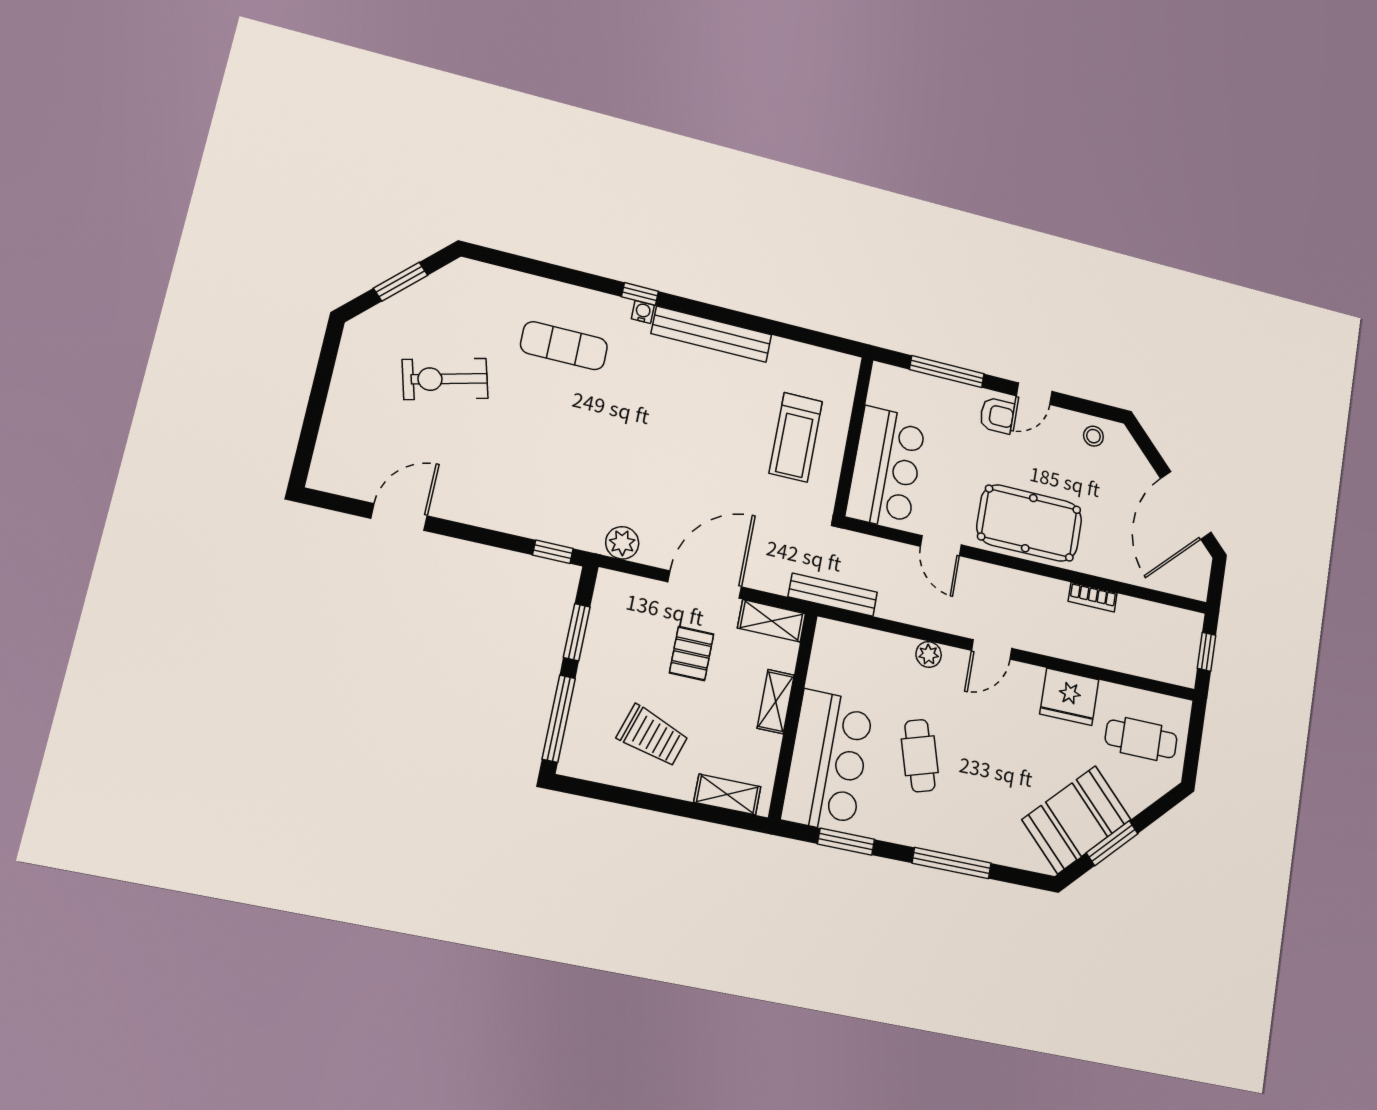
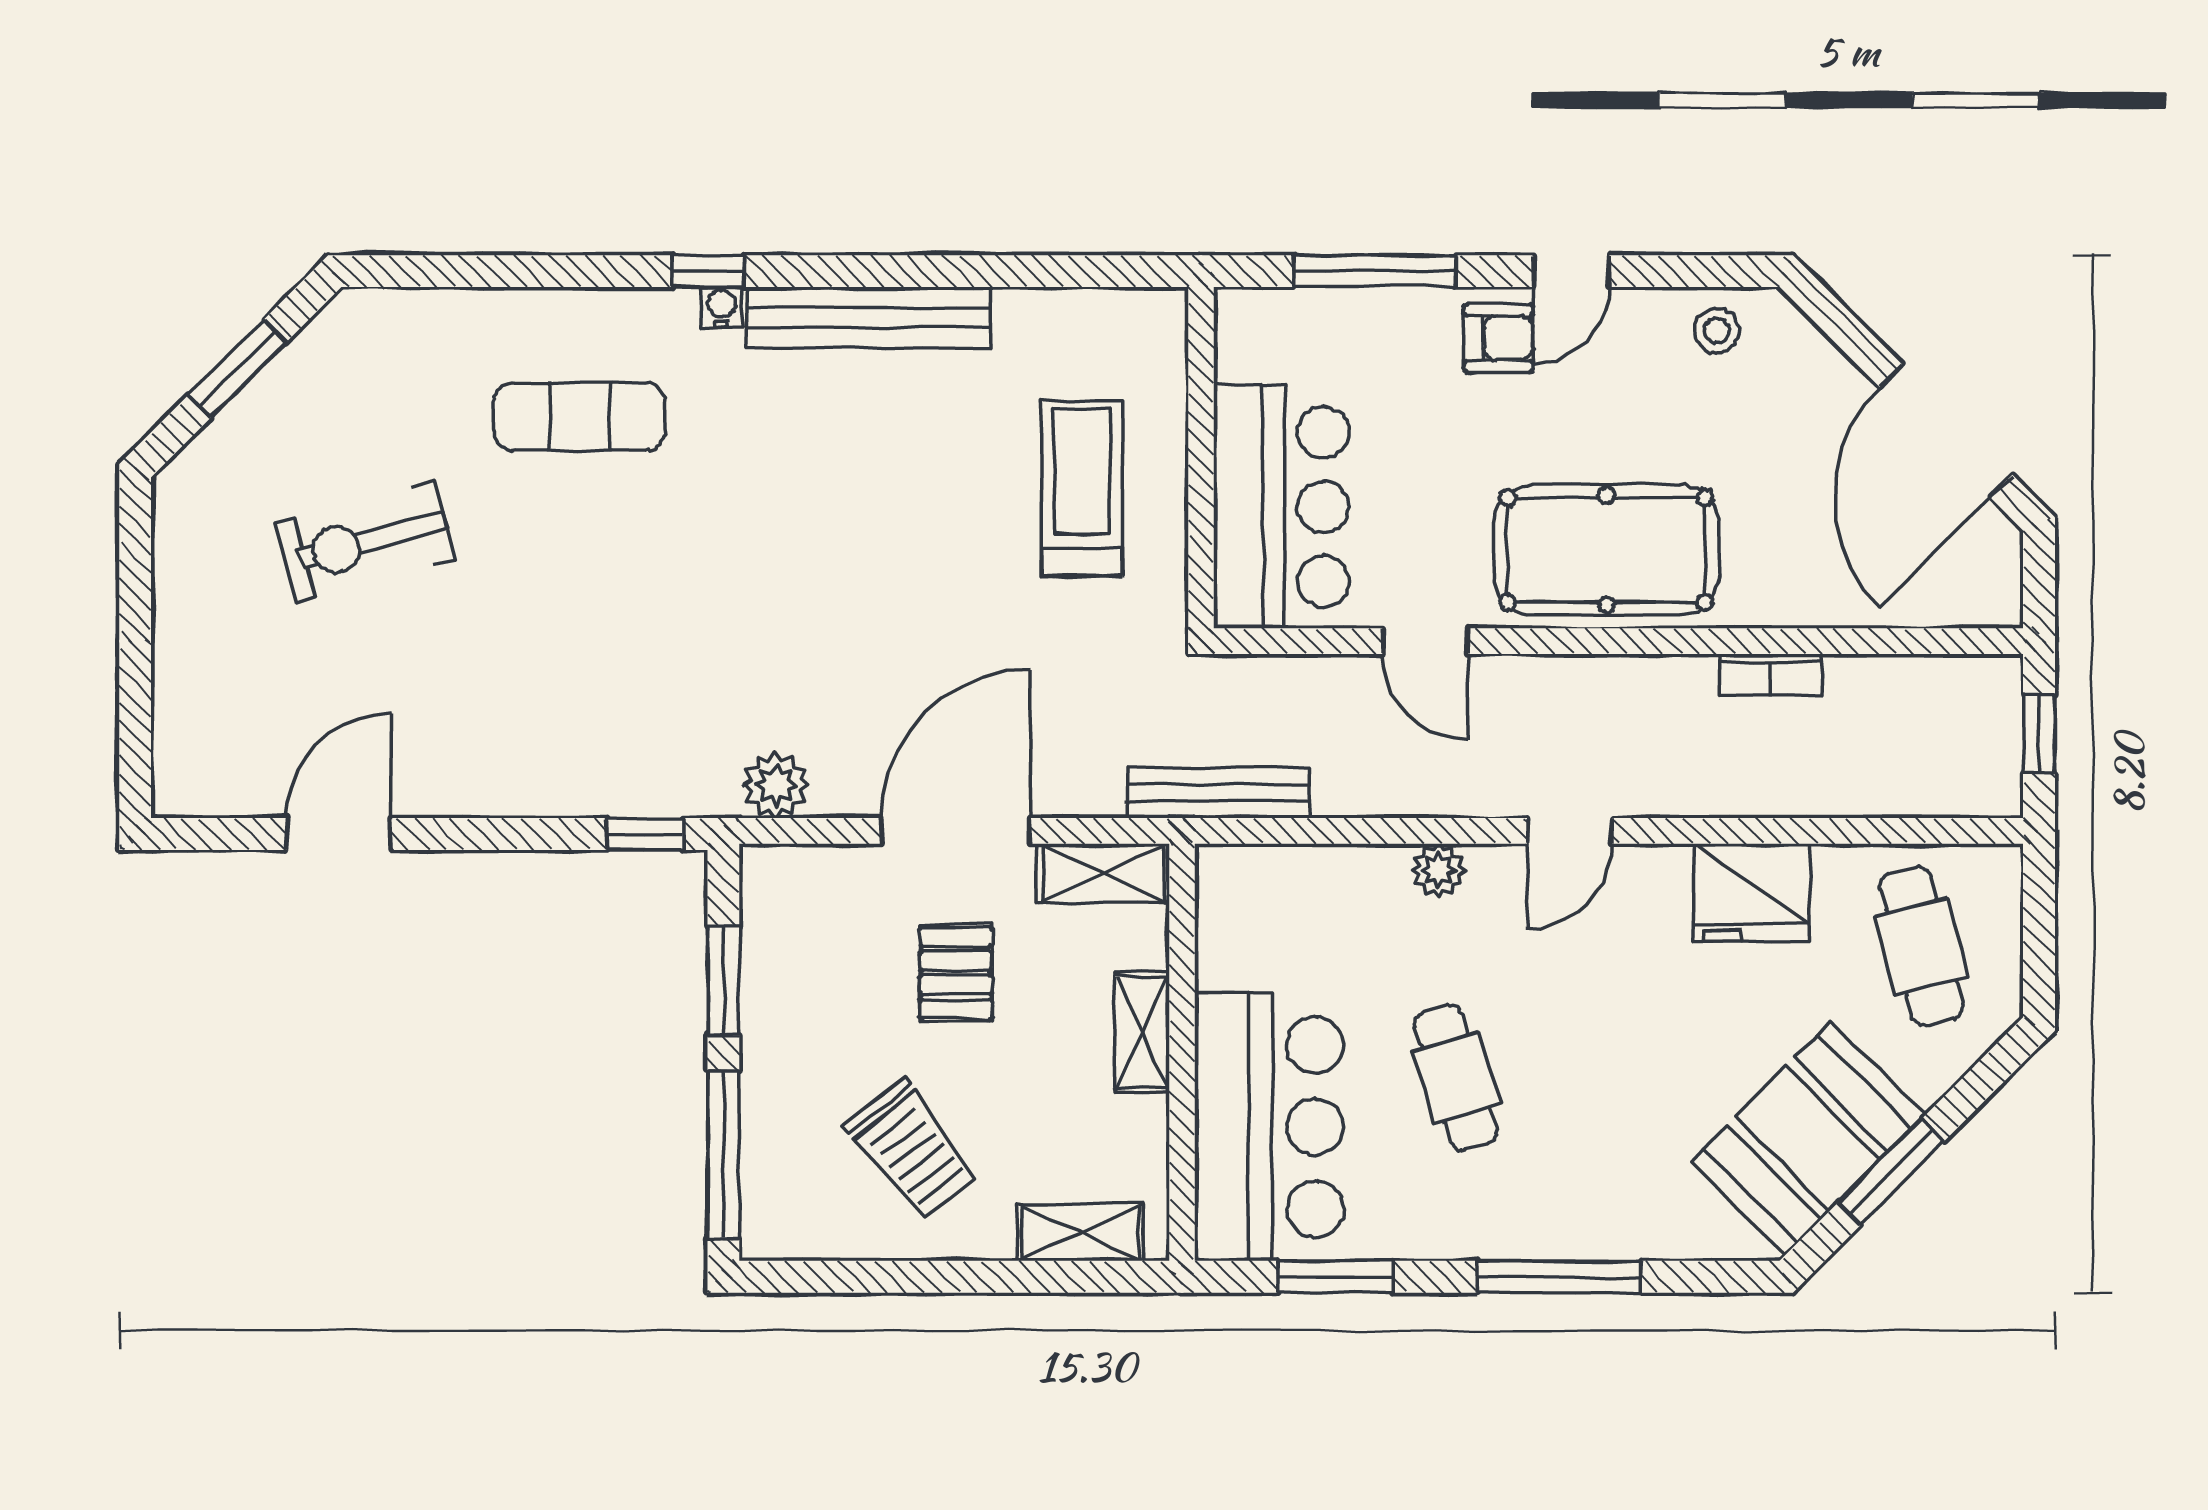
treadmill: (796, 437) -> (1082, 488), turned 180
trolley: (653, 736) -> (912, 1150), turned 34
cafe table: (1141, 739) -> (1922, 946), turned 76

